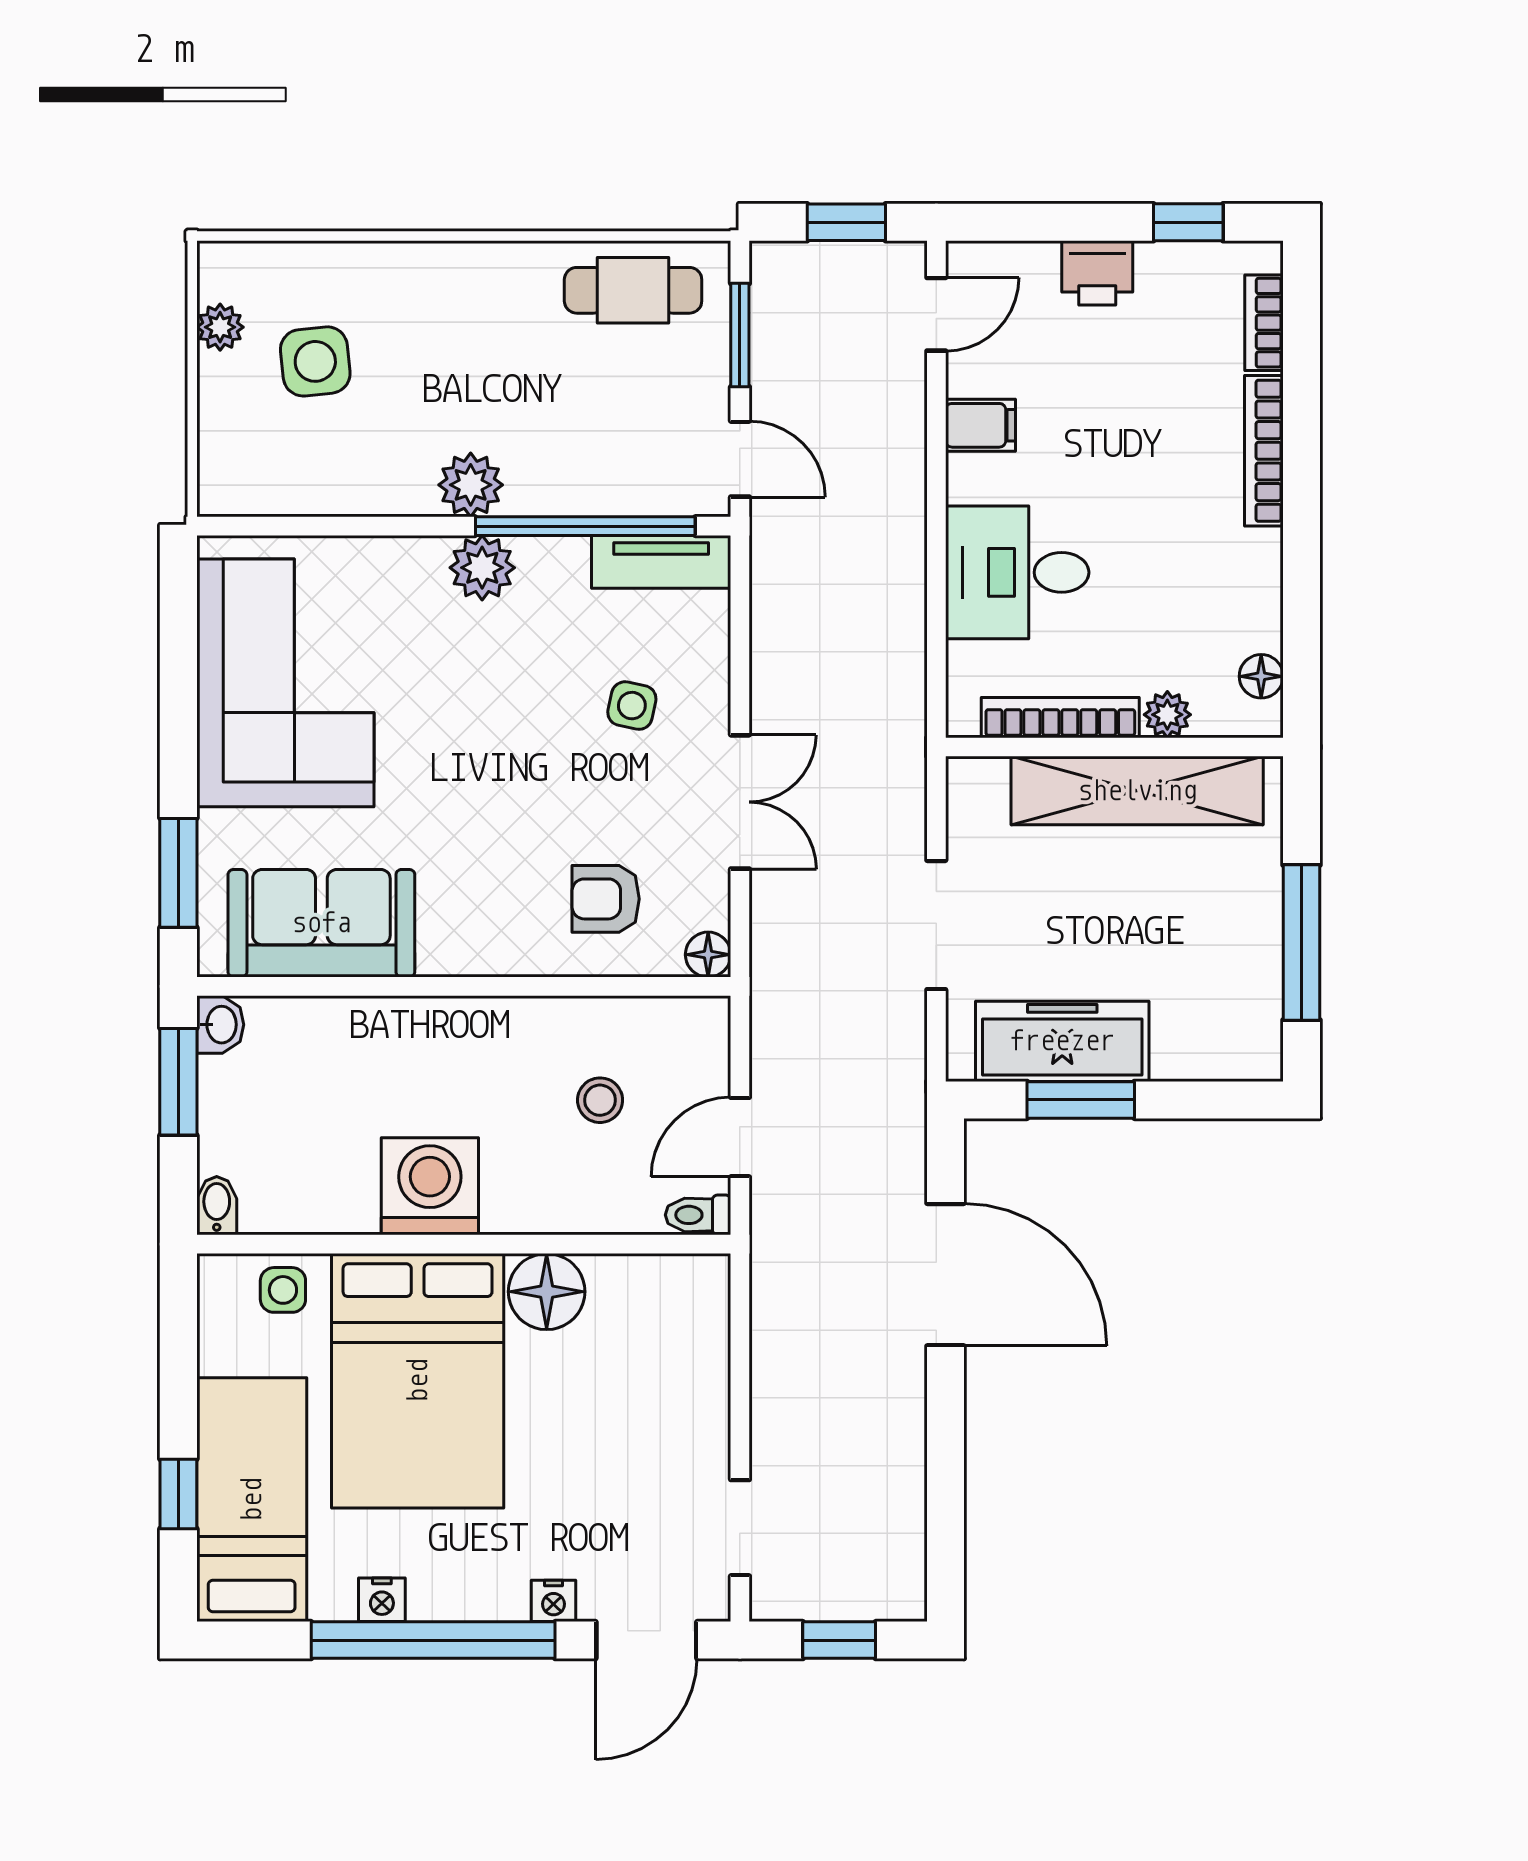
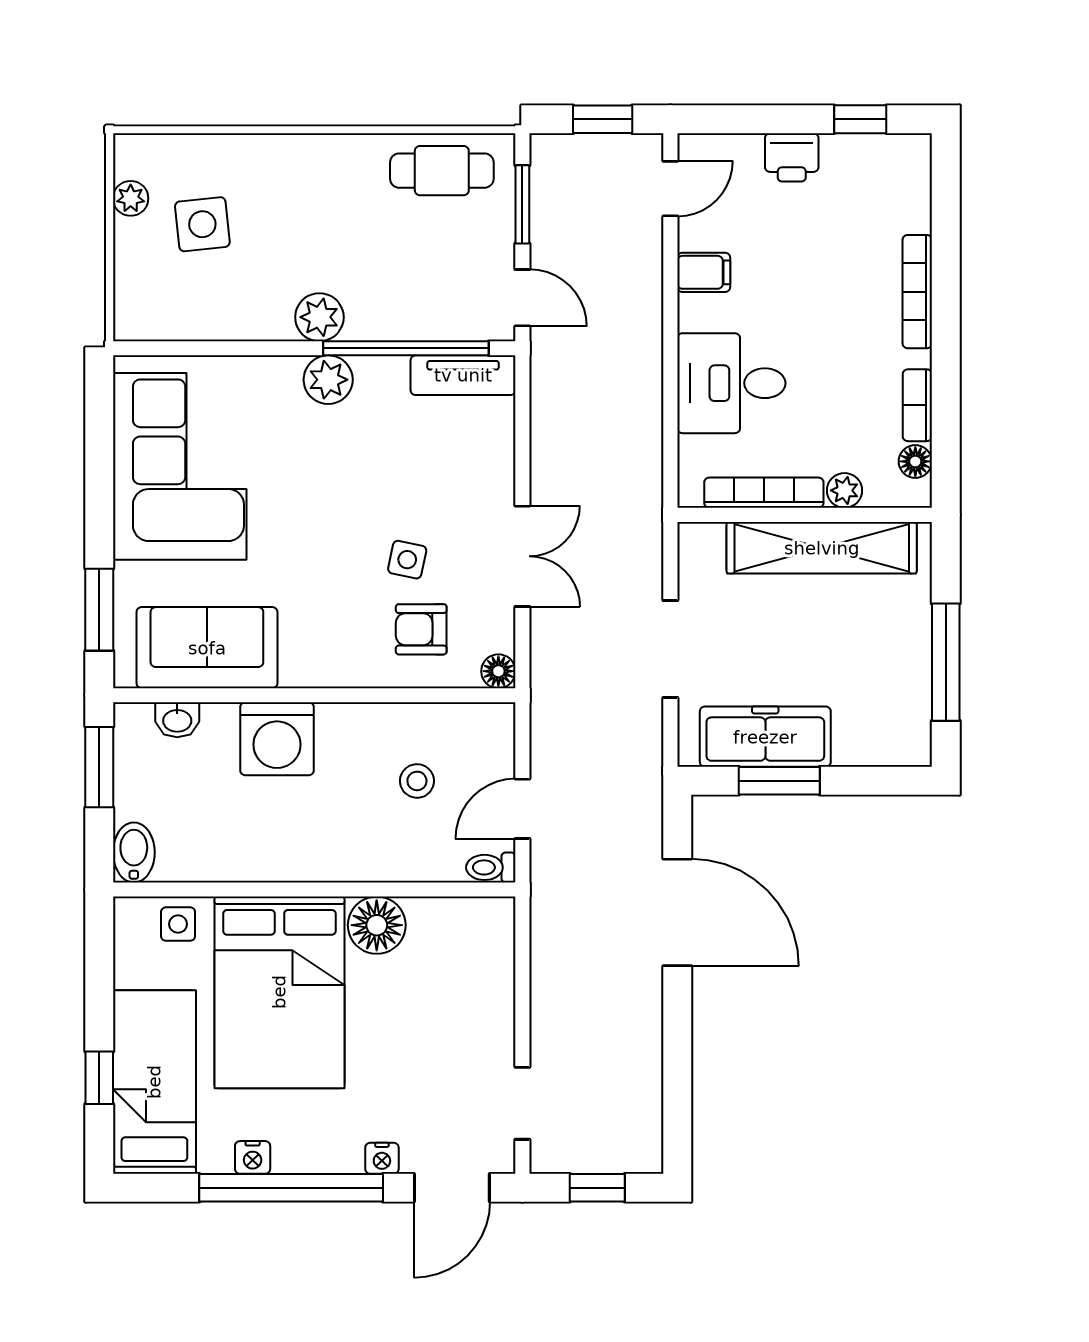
bookcase: (1264, 323) -> (917, 405), moved
side table: (632, 706) -> (407, 560), moved
washbasin: (220, 1025) -> (177, 720), moved, turned 90
washing machine: (430, 1186) -> (277, 739), moved, turned 180
bidet: (217, 1206) -> (134, 852), width x1.38, depth x1.36

